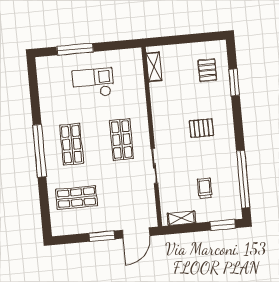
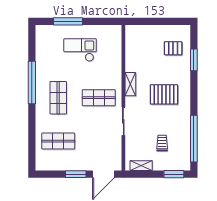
shelving: (154, 67) -> (130, 84), moved
pallet: (207, 70) -> (173, 48), turned 90
pallet: (201, 128) -> (164, 94), width x1.50, depth x1.42
shop shelf: (121, 140) -> (99, 98), turned 90
window: (40, 151) -> (32, 82), moved

